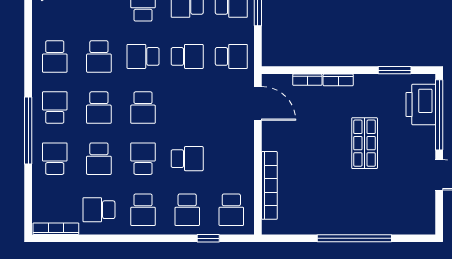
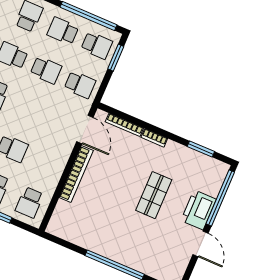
bookcase: (307, 80) -> (124, 125), width x1.56
printer: (421, 105) -> (198, 210), moved
bookcase: (269, 185) -> (76, 174), moved

